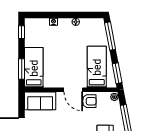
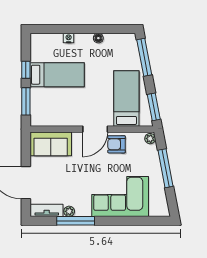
window: (22, 32) -> (26, 70), moved
bed: (34, 68) -> (57, 75), moved, turned 90
door: (73, 90) -> (95, 129), hinge flipped
armchair: (89, 101) -> (117, 144), turned 180

